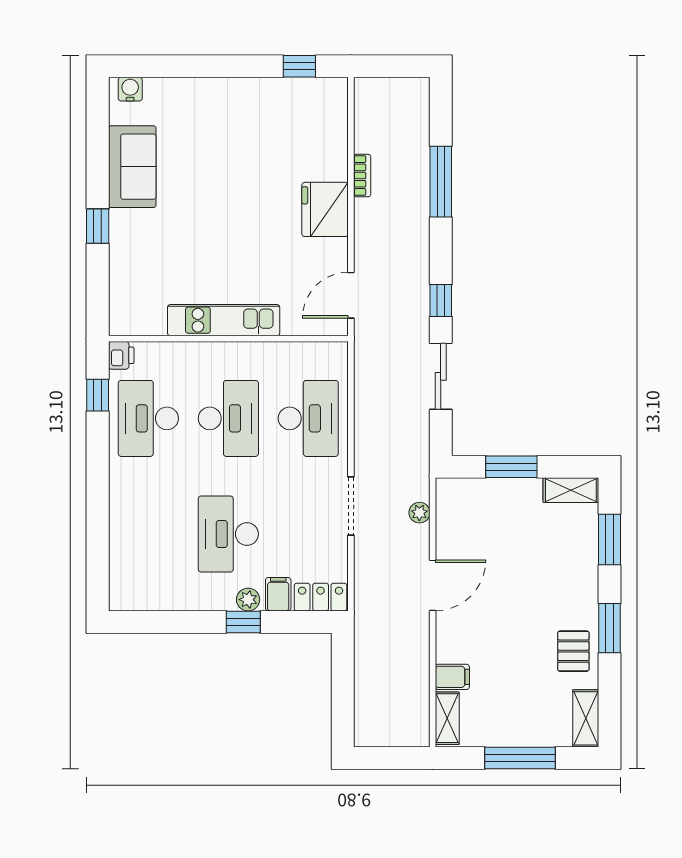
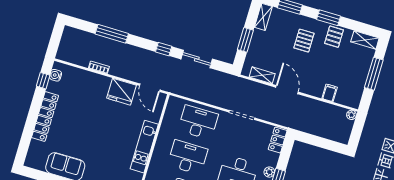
water cooler: (130, 89) -> (56, 75), moved
locker: (225, 93) -> (45, 117), added
fridge: (325, 209) -> (122, 92), moved
plant: (419, 513) -> (351, 115), moved
pallet: (546, 590) -> (304, 41), added
filing cabinet: (278, 594) -> (271, 158), removed
pallet: (573, 651) -> (334, 37), turned 90
shelving: (447, 718) -> (262, 75), moved

